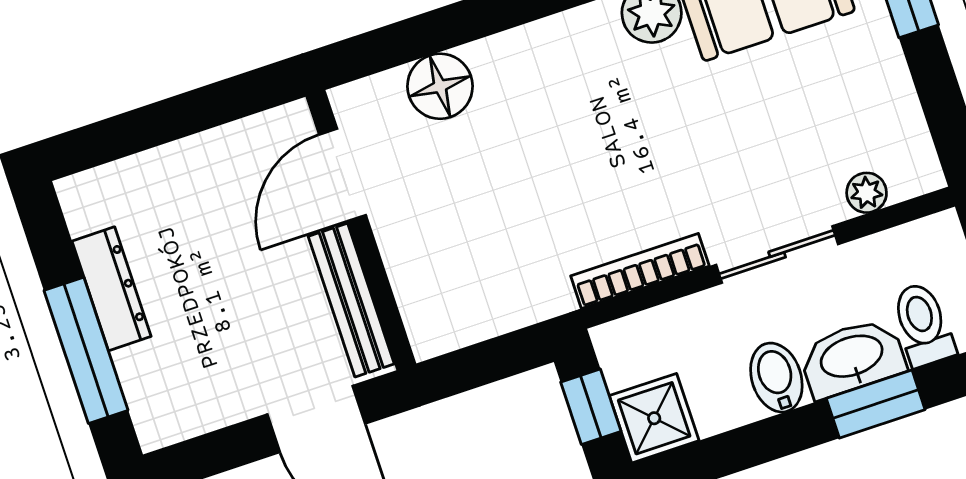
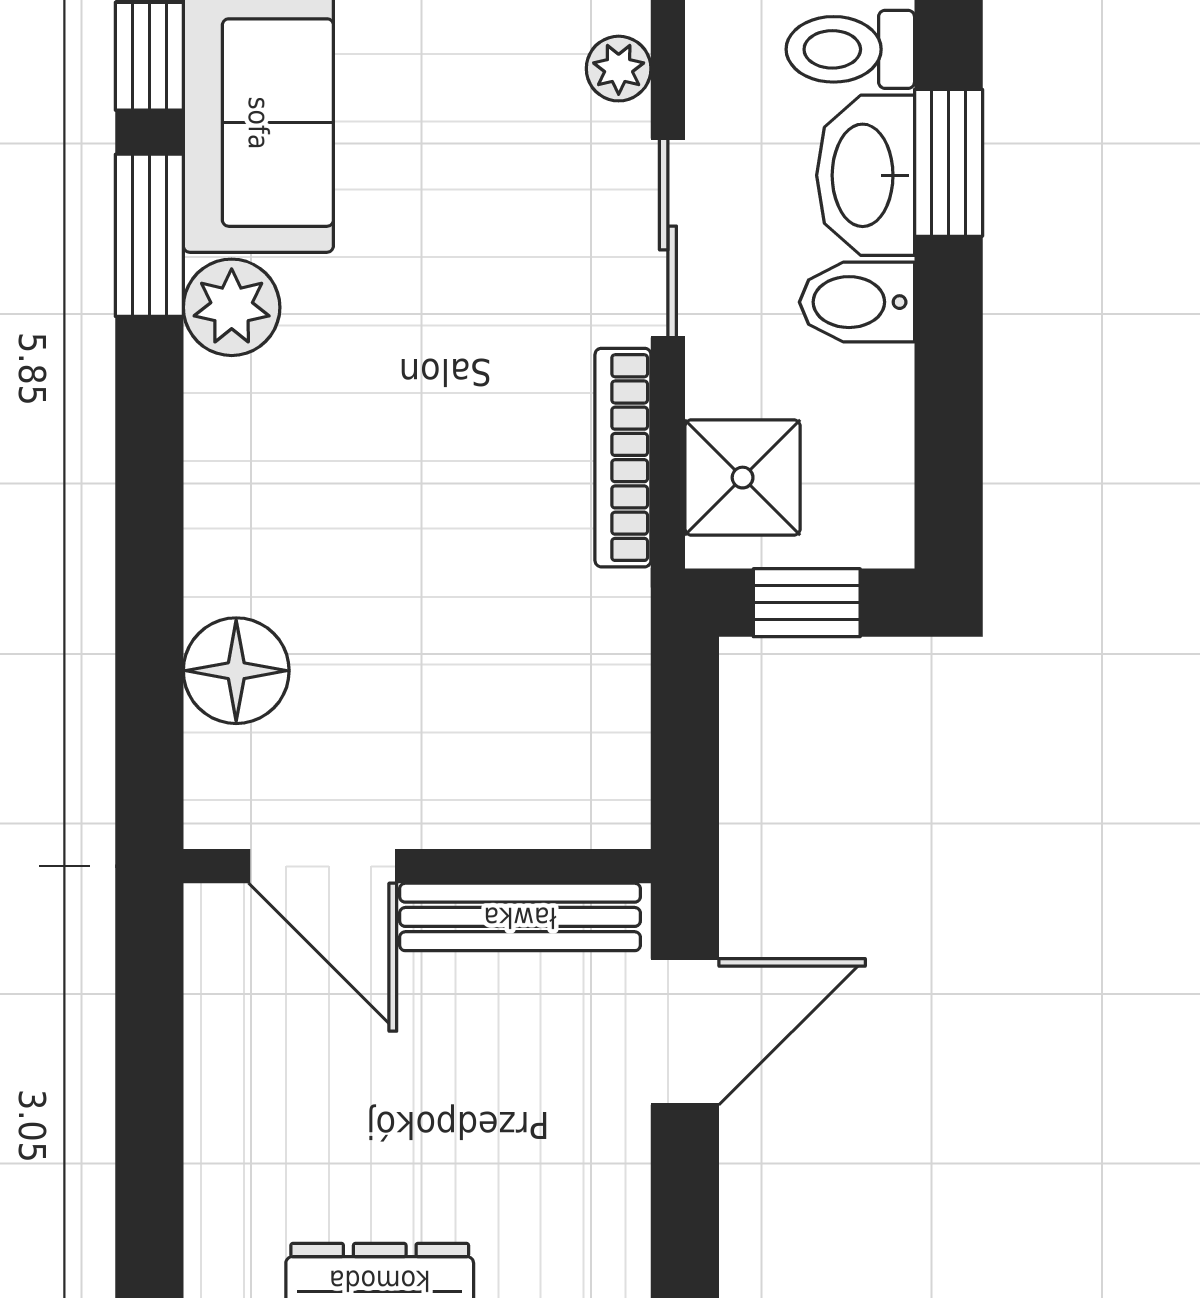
shower: (654, 418) -> (743, 478), moved

